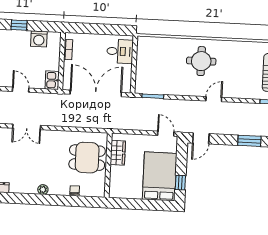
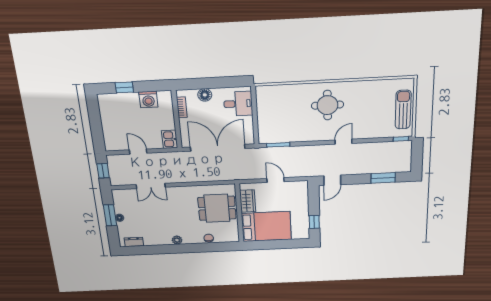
floor lamp: (91, 40) -> (205, 95), added
door: (166, 134) -> (275, 180), moved
bed: (160, 176) -> (266, 226), moved, turned 90

